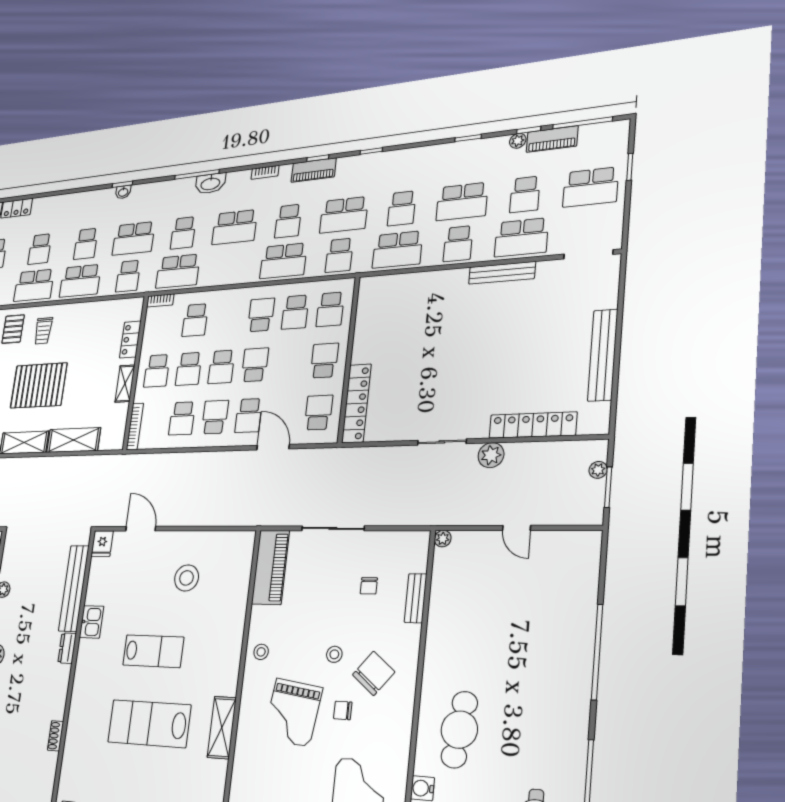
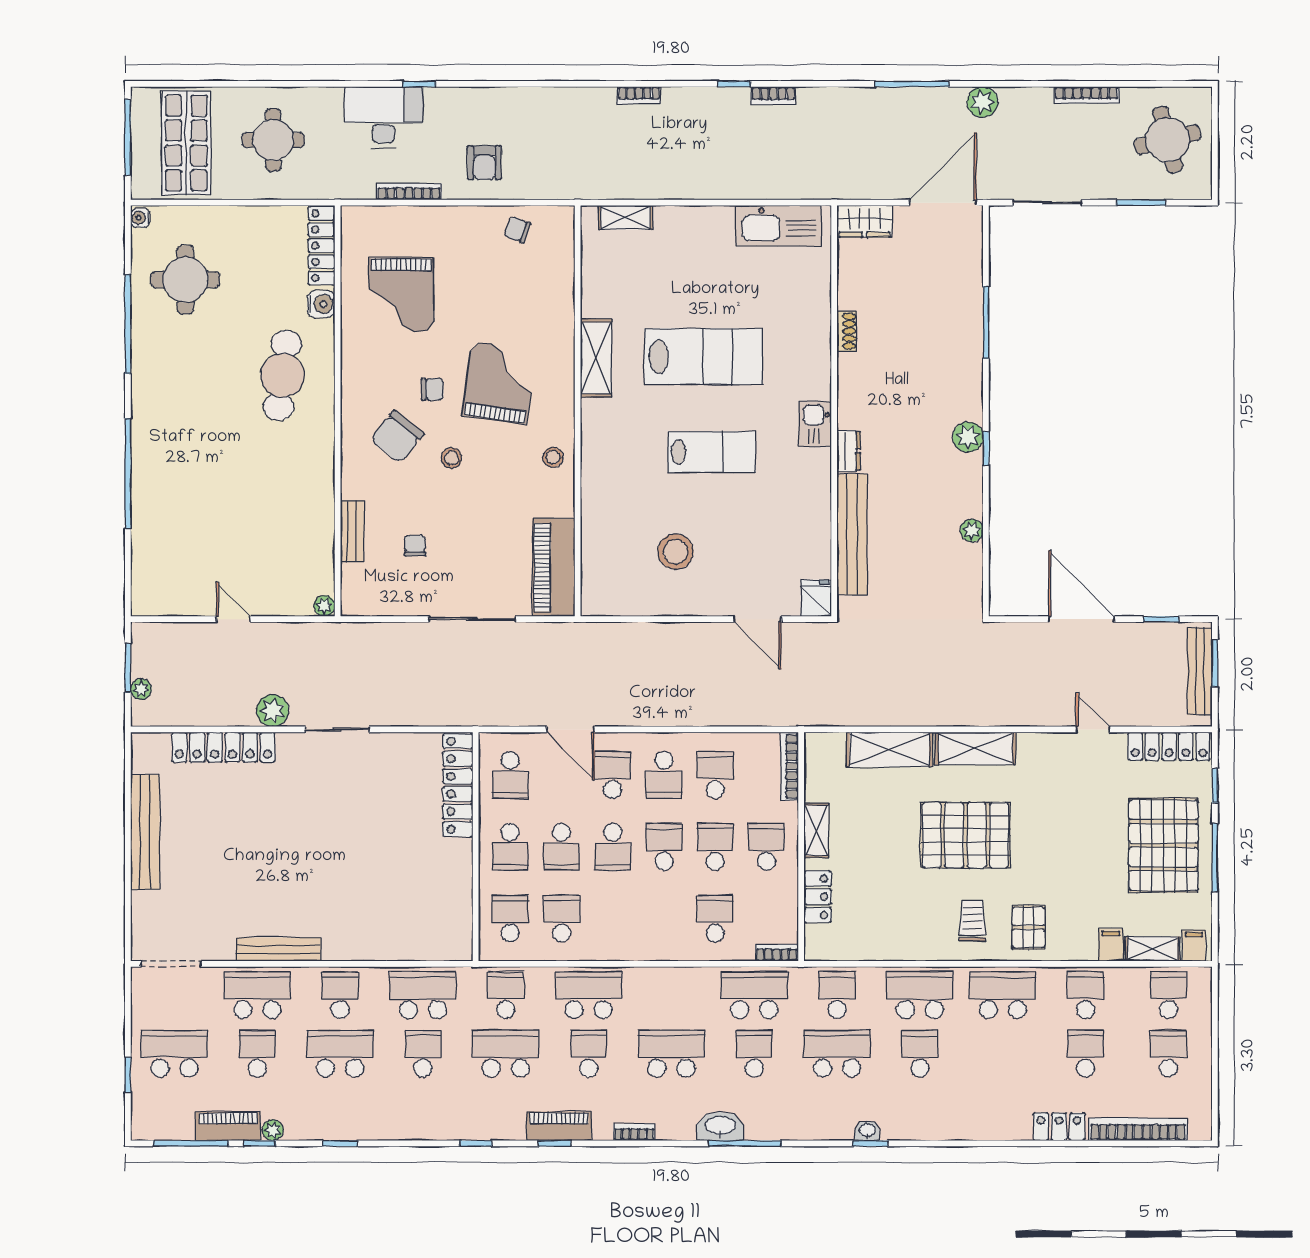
school desk: (40, 249) -> (1003, 1054), removed
school desk: (261, 315) -> (561, 847), moved
kitchen sink: (91, 622) -> (815, 424), moved
lab bench: (153, 651) -> (712, 452), turned 180

